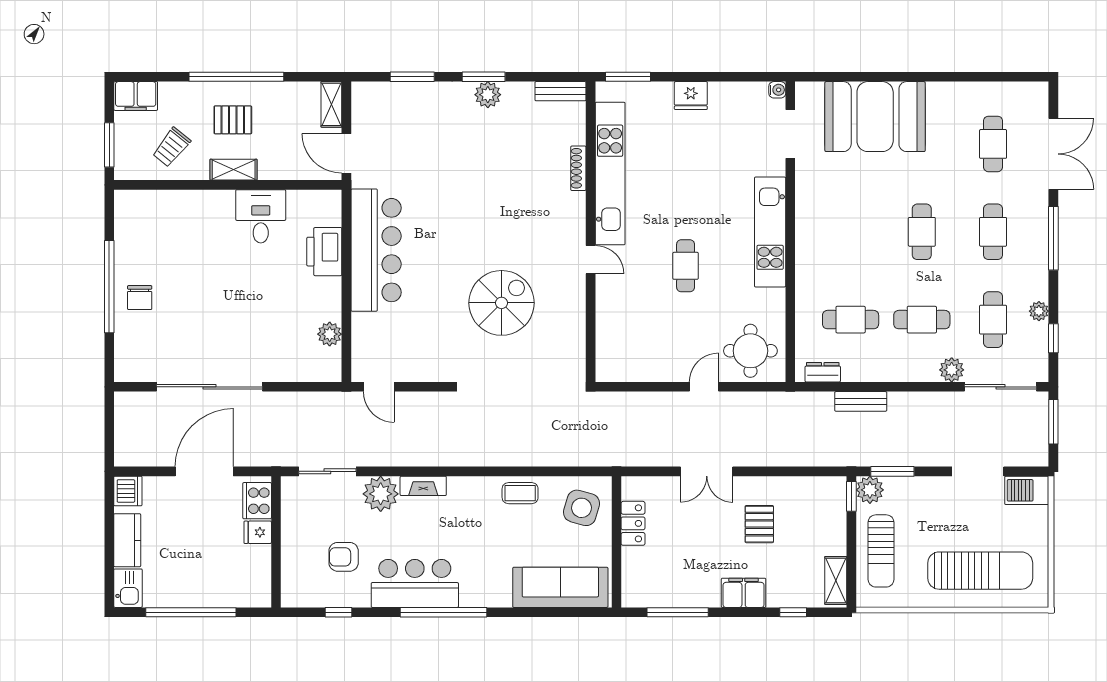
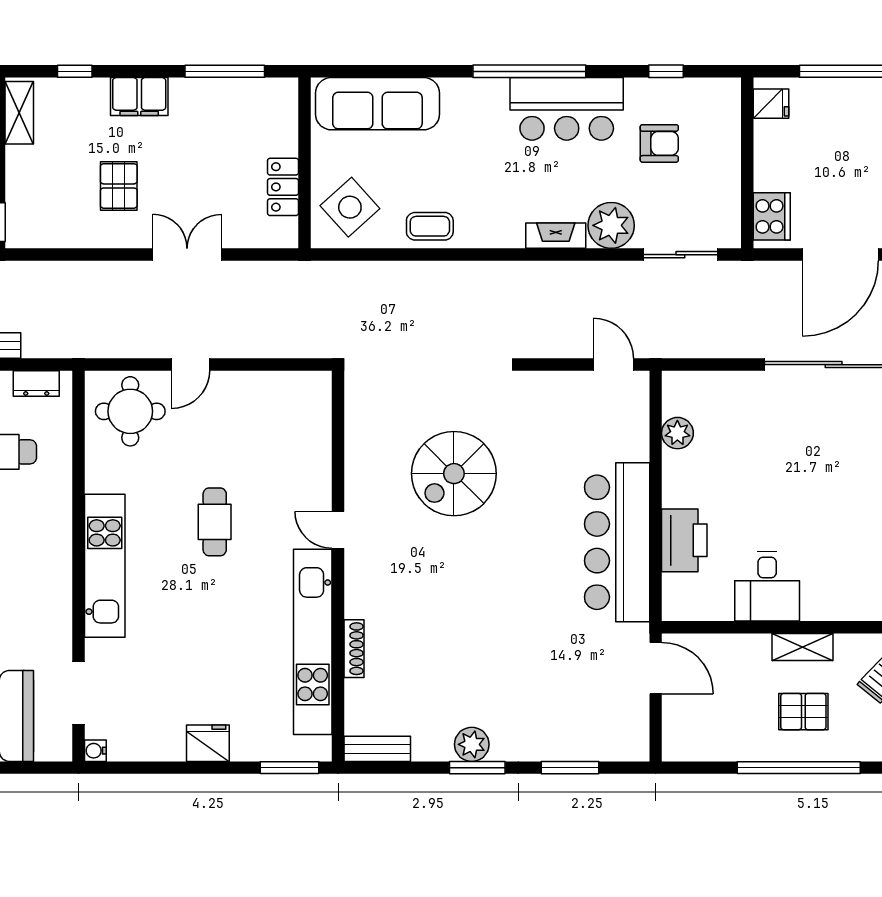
shelving: (331, 104) -> (675, 732), removed
side table: (581, 508) -> (350, 207), turned 32
fridge: (258, 532) -> (771, 104), moved

